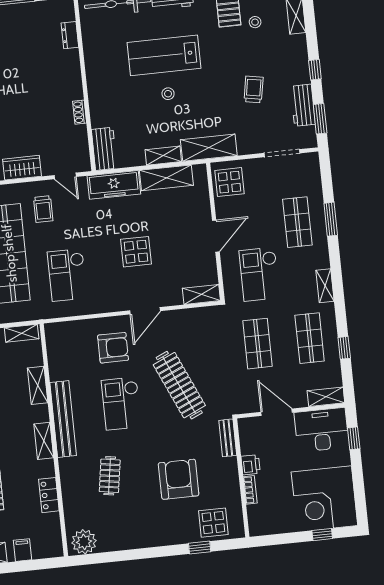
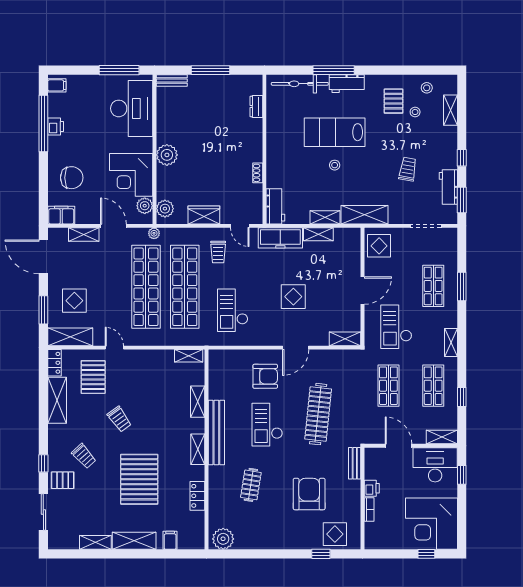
shelving: (166, 178) -> (318, 234), width x0.67, depth x0.75
clothes rail: (179, 385) -> (318, 414), turned 30

